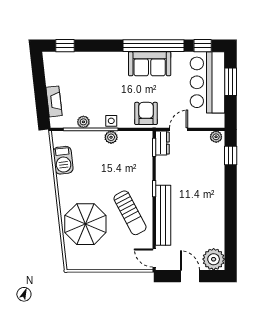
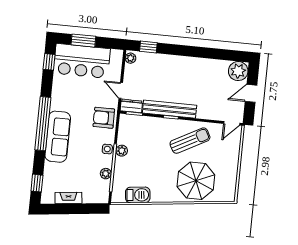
window: (153, 46) -> (43, 124), moved
sofa: (150, 64) -> (58, 137), moved, width x1.36
fireplace: (54, 101) -> (68, 198), moved
bench: (163, 215) -> (170, 109), moved

